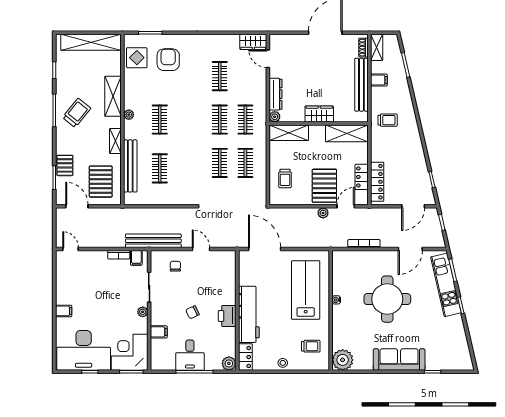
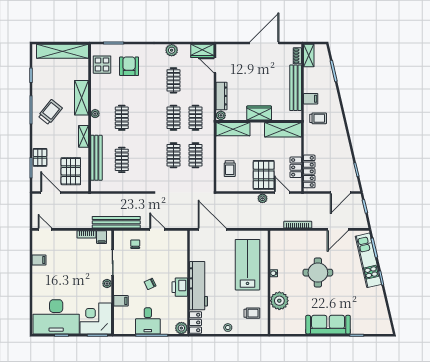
plant: (218, 41) -> (172, 50), added
filing cabinet: (379, 80) -> (311, 99), moved
door: (346, 206) -> (282, 193), hinge flipped
round table: (387, 299) -> (318, 273), width x0.73, depth x0.73
filing cabinet: (64, 311) -> (39, 260), moved
plant: (343, 360) -> (279, 301), moved

